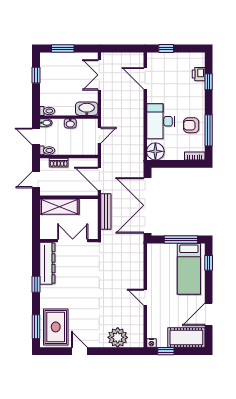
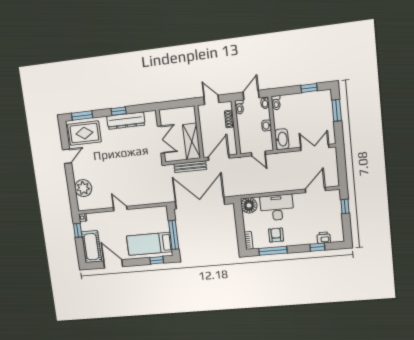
shelving: (59, 207) -> (192, 141), moved
dresser: (47, 263) -> (126, 121), moved
door: (145, 297) -> (120, 209), hinge flipped

